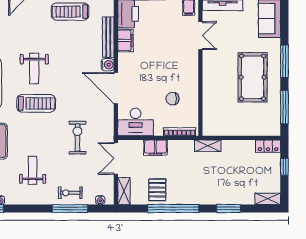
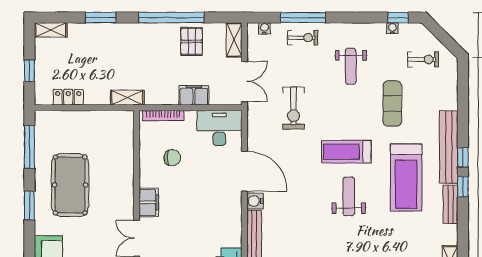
filing cabinet: (125, 40) -> (149, 202), moved, turned 180
window: (284, 61) -> (29, 205), width x0.69
locker: (268, 146) -> (68, 97), moved

